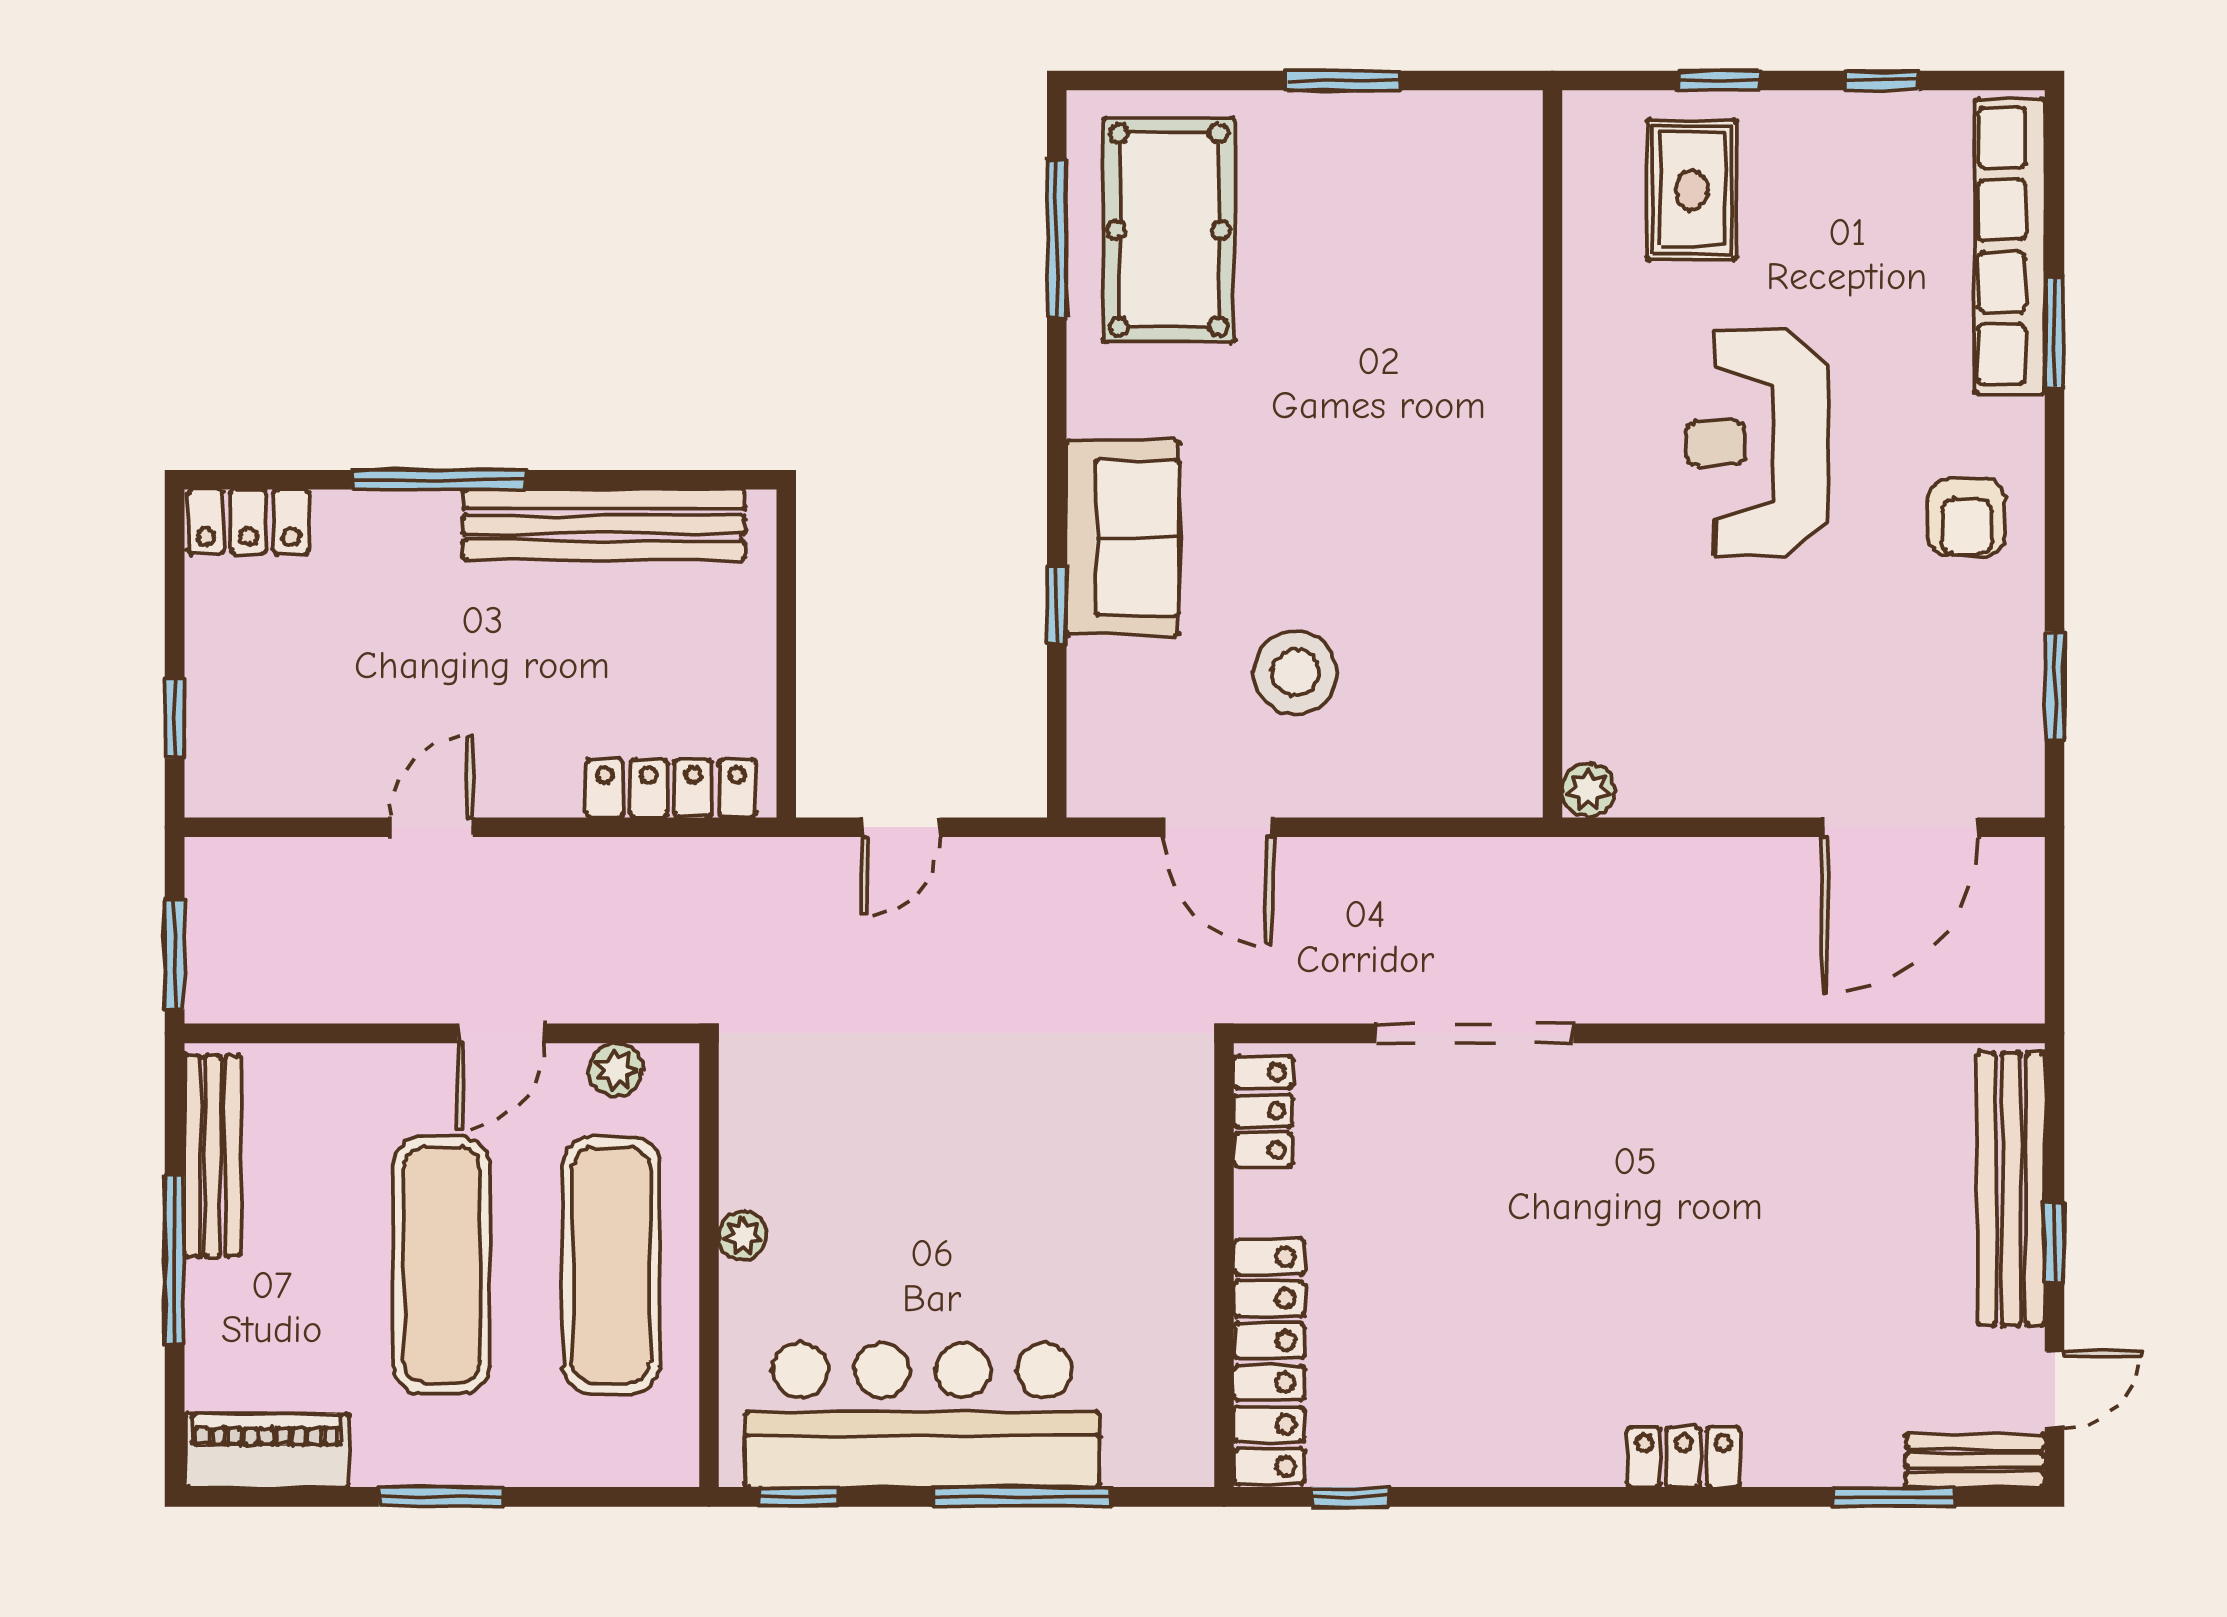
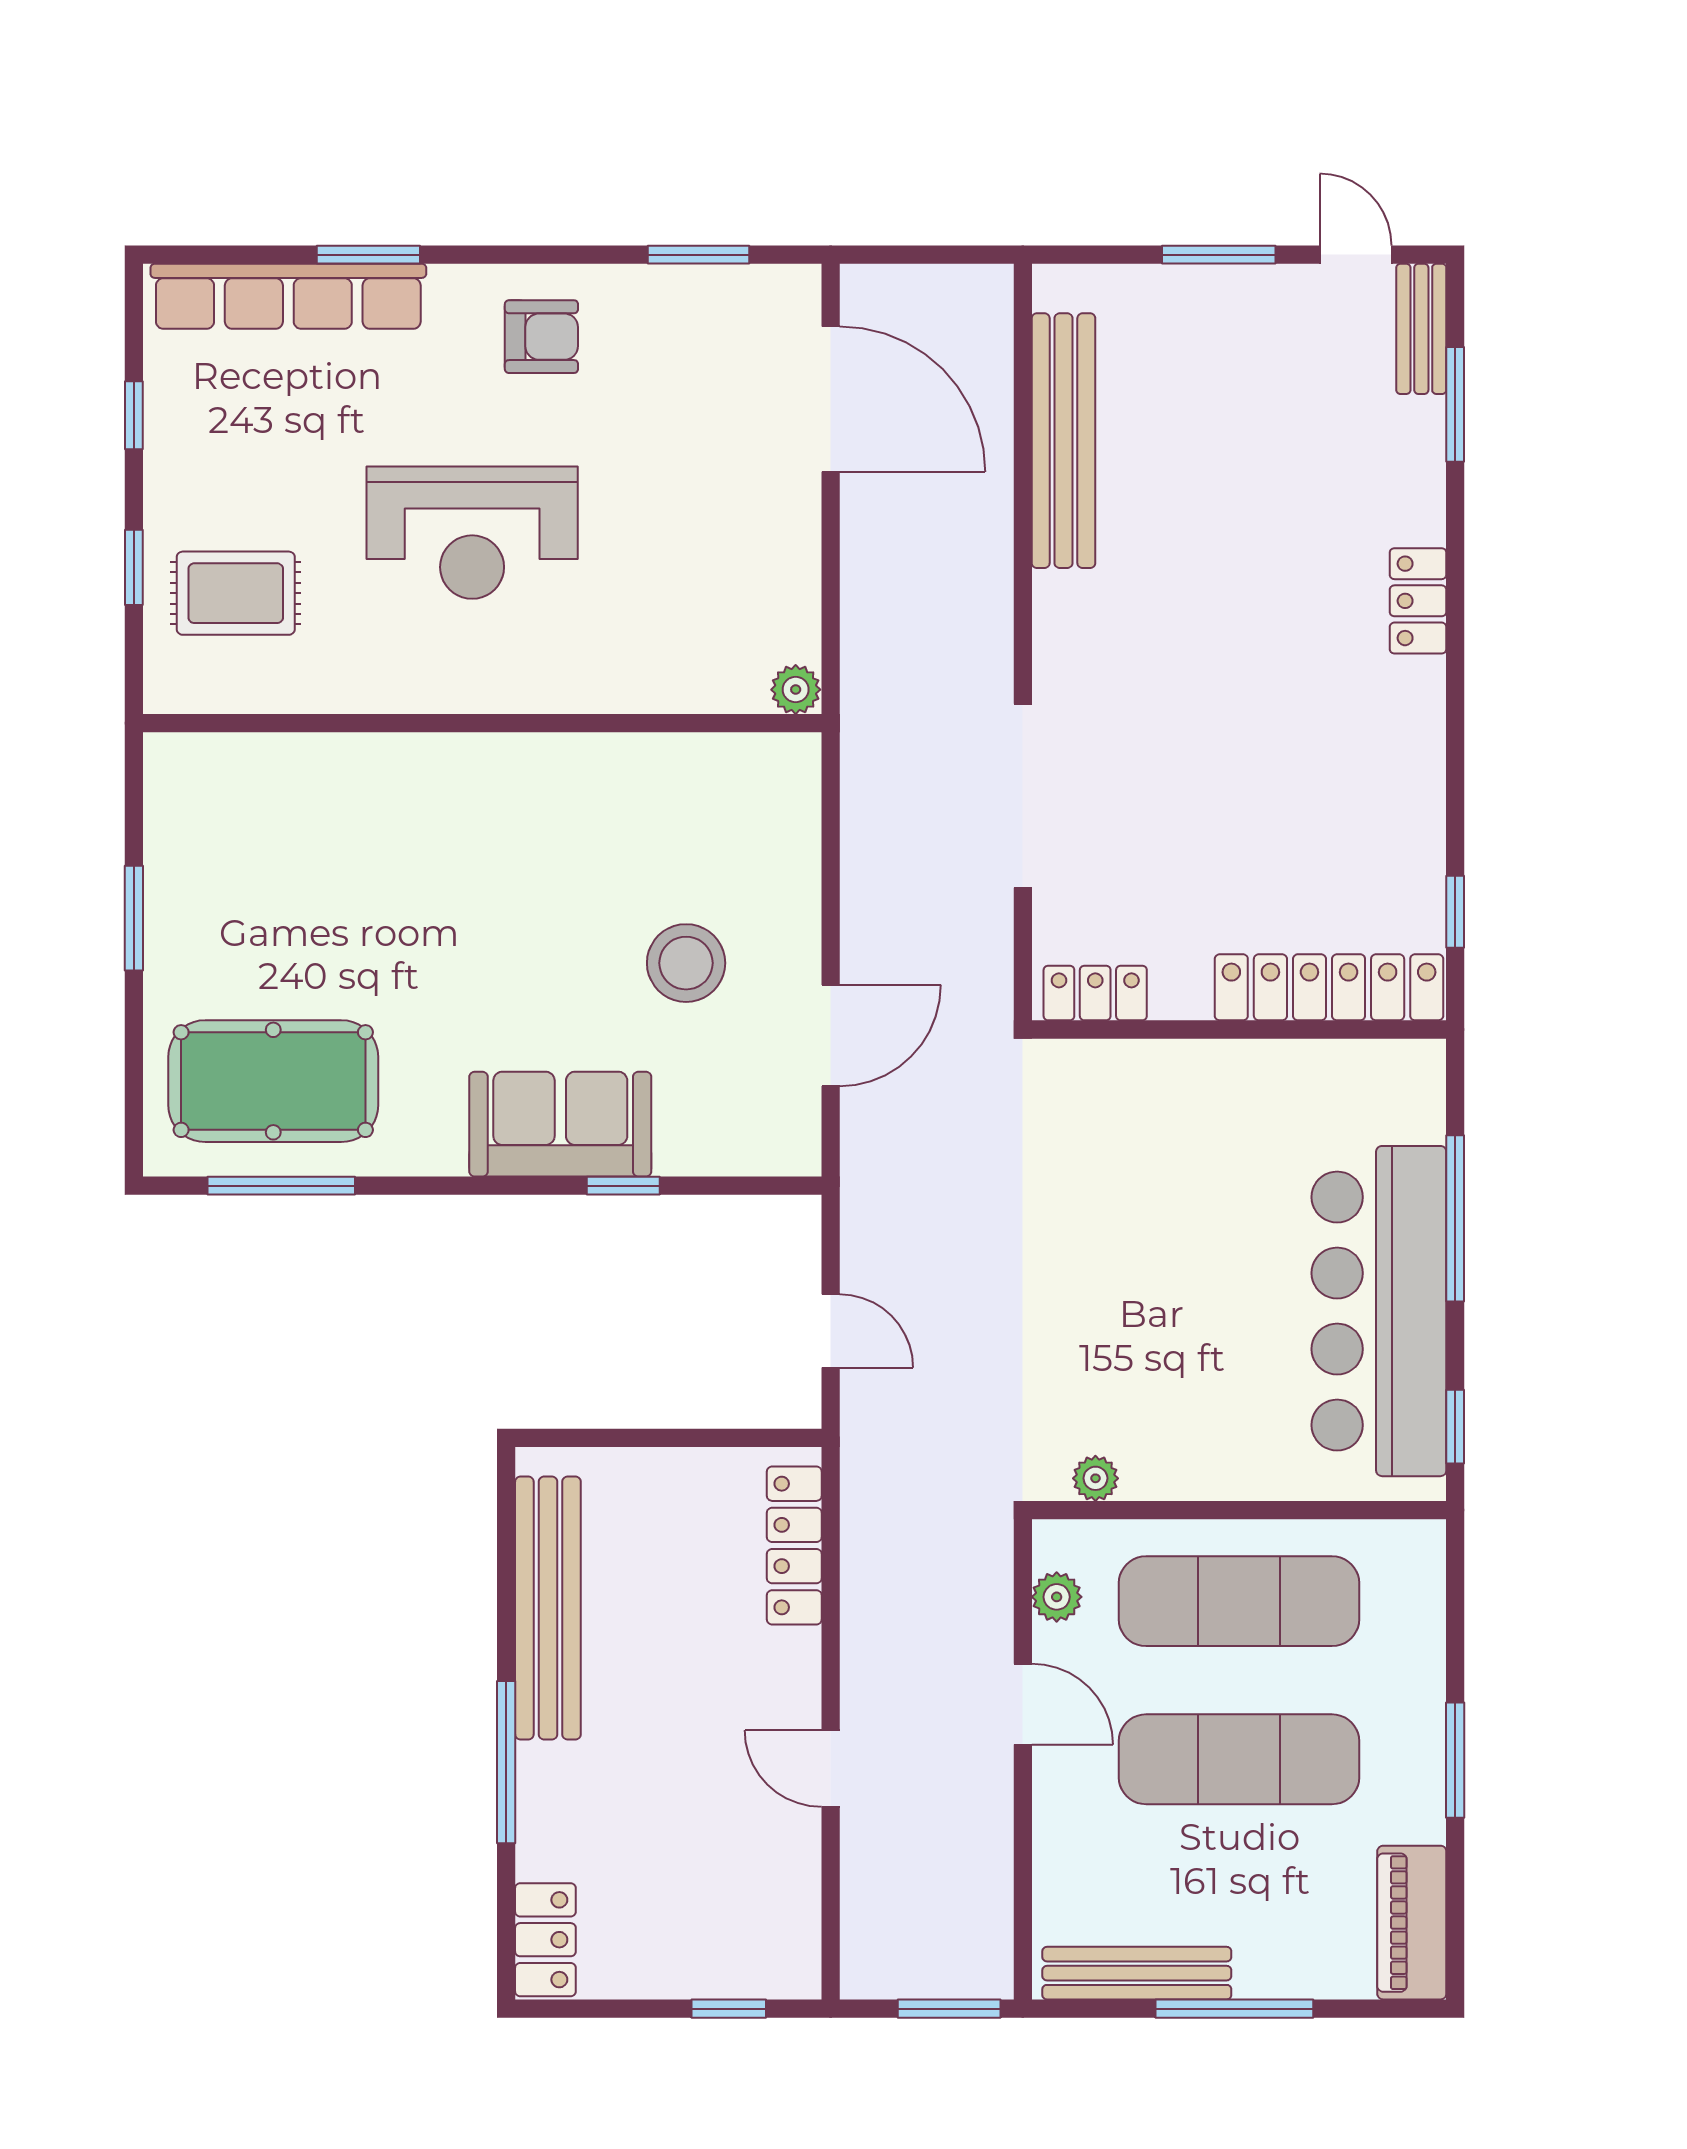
bench: (2011, 1189) -> (1064, 441), moved, turned 90
plant: (743, 1236) -> (1095, 1478), moved
window: (2055, 1244) -> (1219, 255), width x1.50

